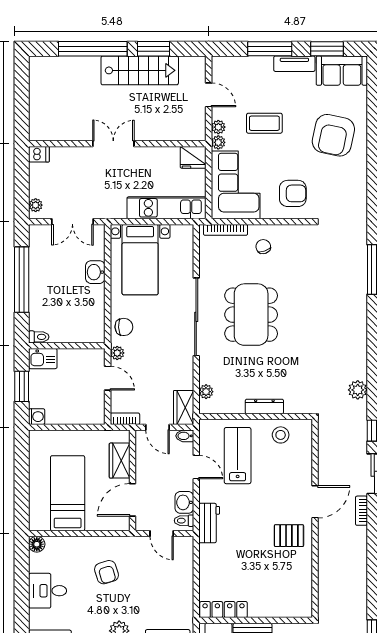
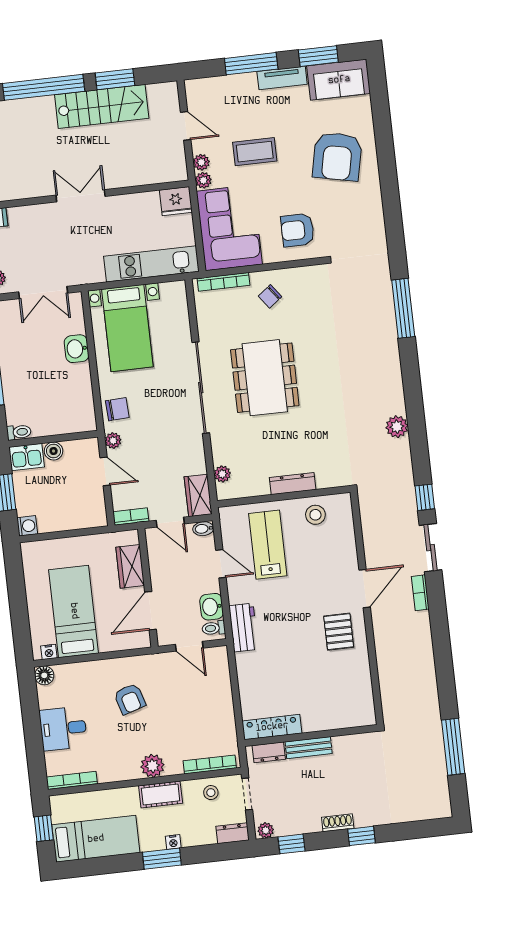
armchair: (293, 193) -> (298, 230), turned 180
chair: (263, 247) -> (270, 296), turned -108
boiler: (66, 356) -> (54, 451), added
plant: (358, 390) -> (397, 427), moved
nightstand: (43, 525) -> (49, 652), added
pallet: (289, 536) -> (339, 632), turned 90

